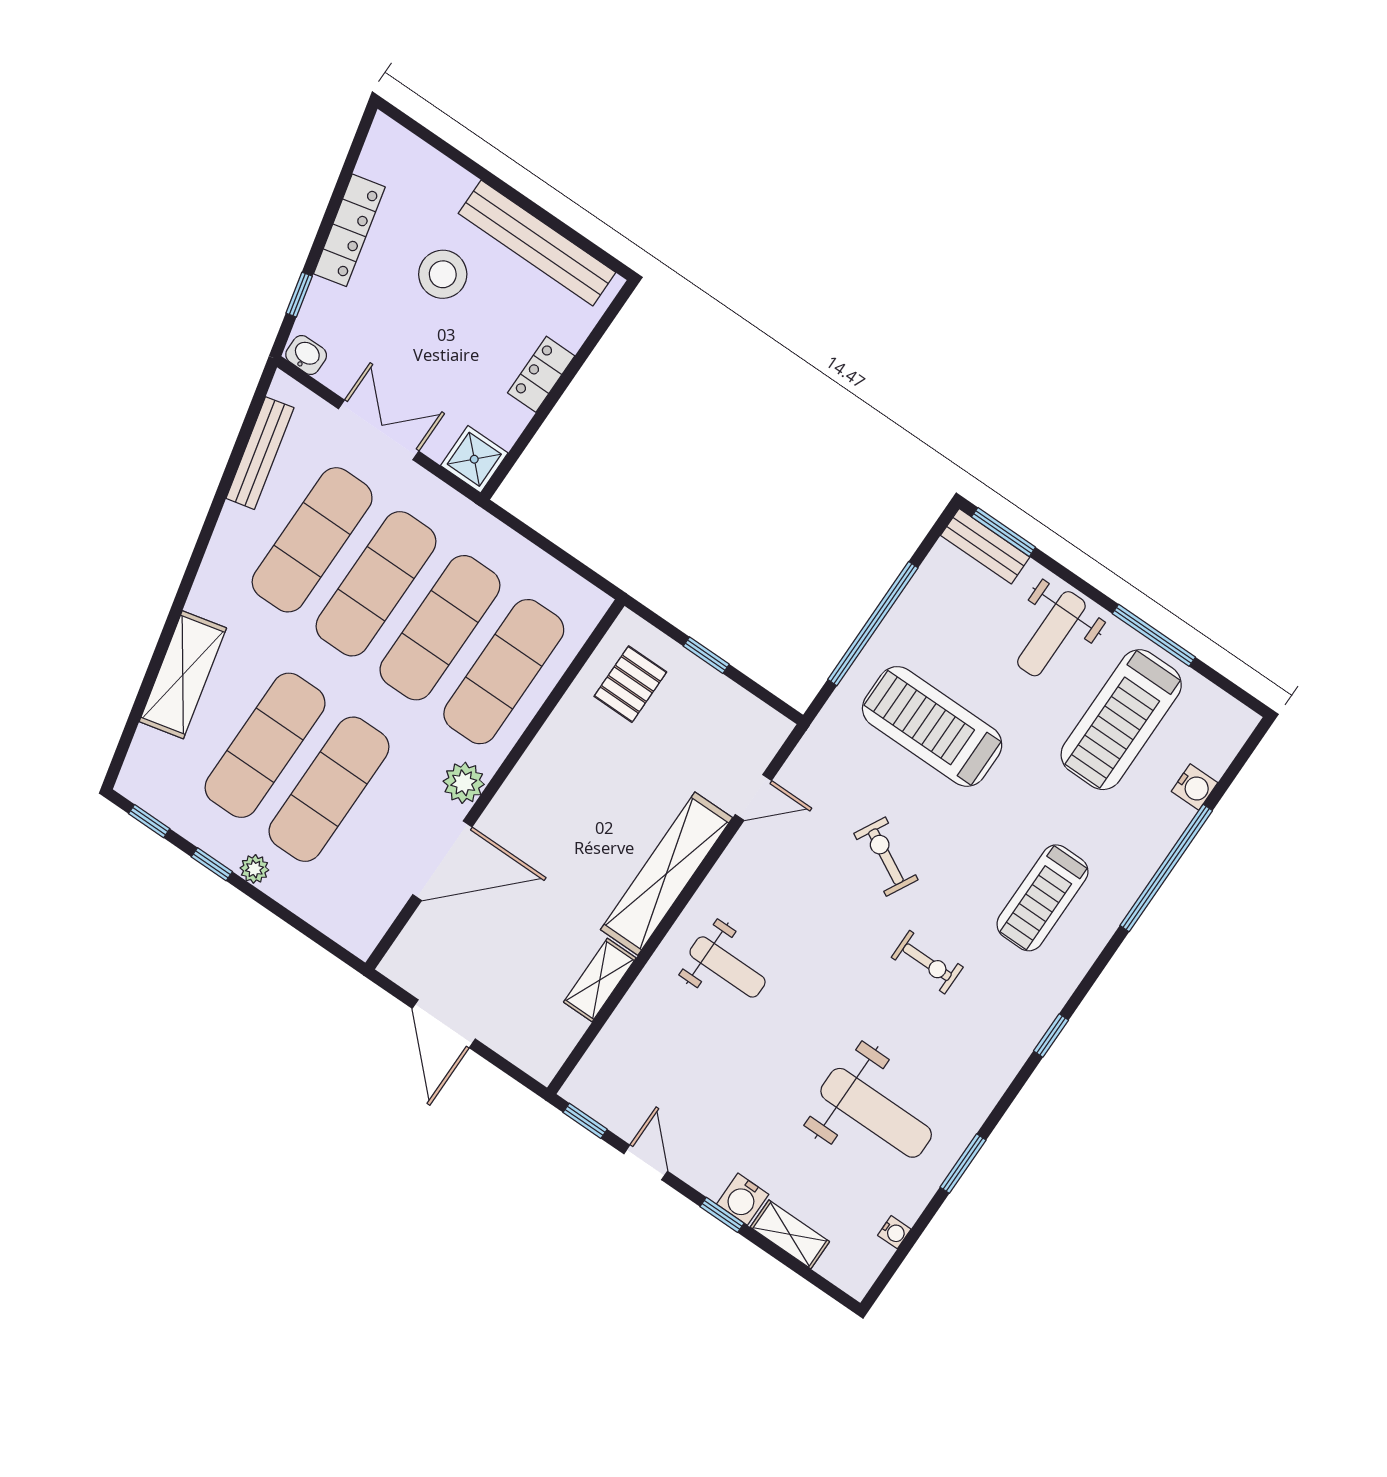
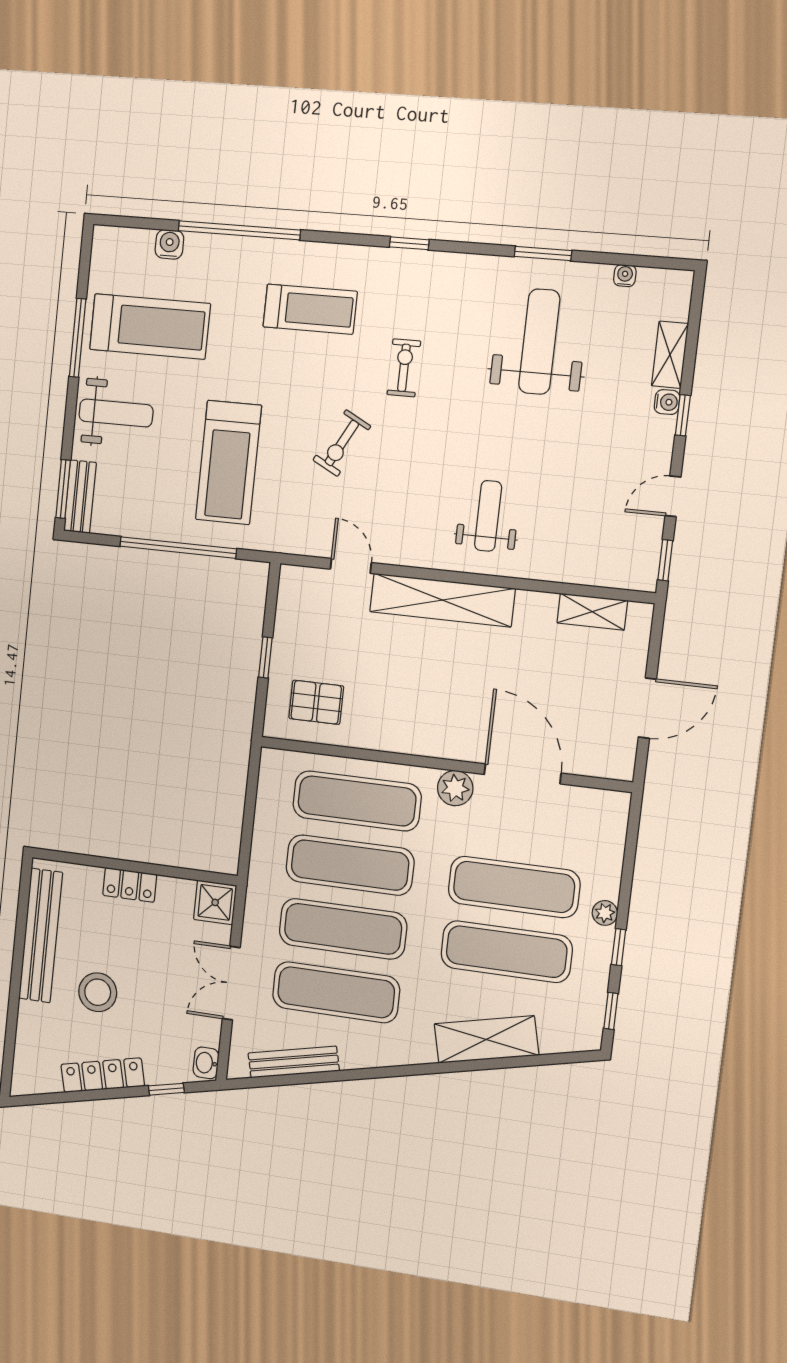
shelving: (600, 980) -> (592, 612), moved
water cooler: (743, 1199) -> (667, 402), width x0.72, depth x0.72

